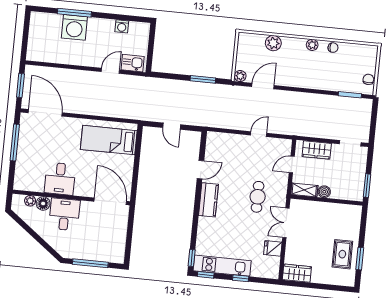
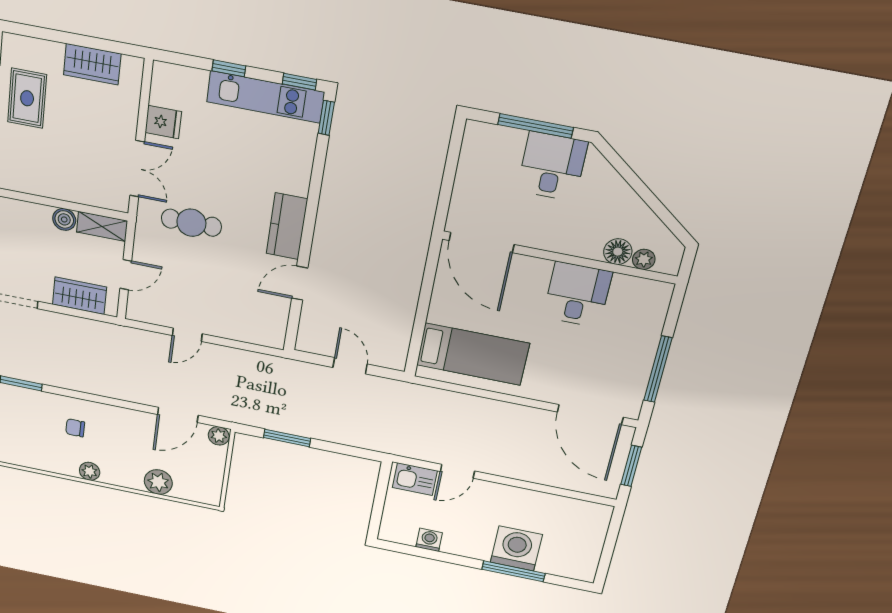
chair: (333, 48) -> (75, 428), moved
cafe table: (258, 197) -> (191, 223), turned 90
desk: (64, 214) -> (552, 166), moved, turned 180
wardrobe: (297, 273) -> (92, 64), moved

